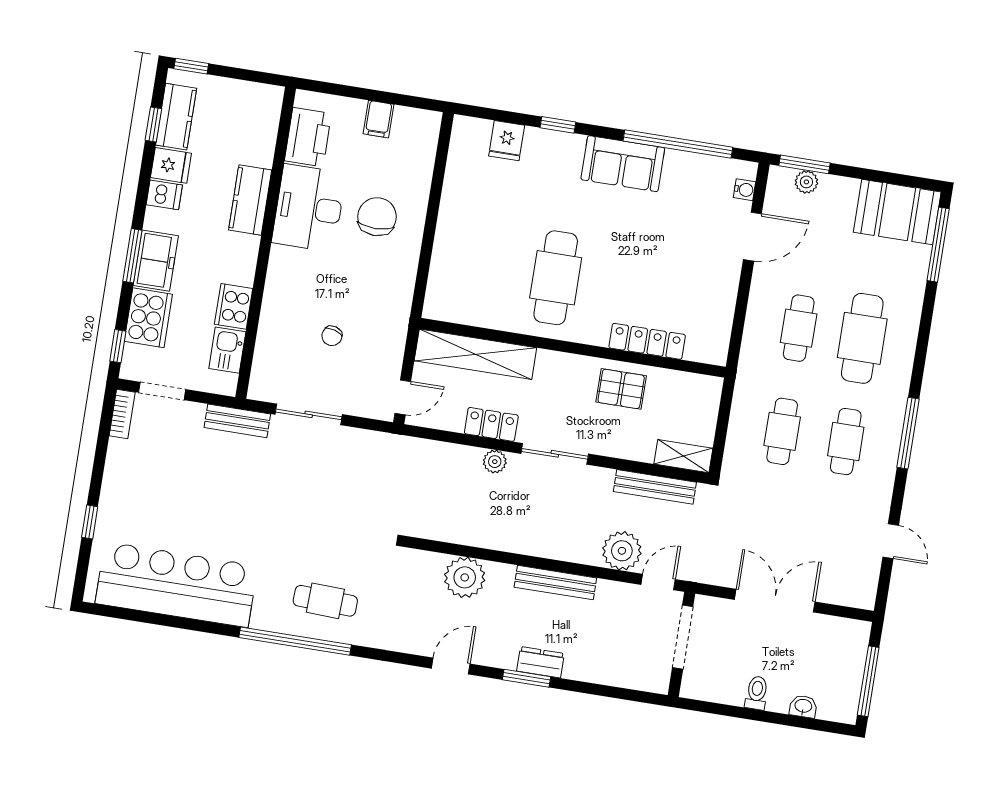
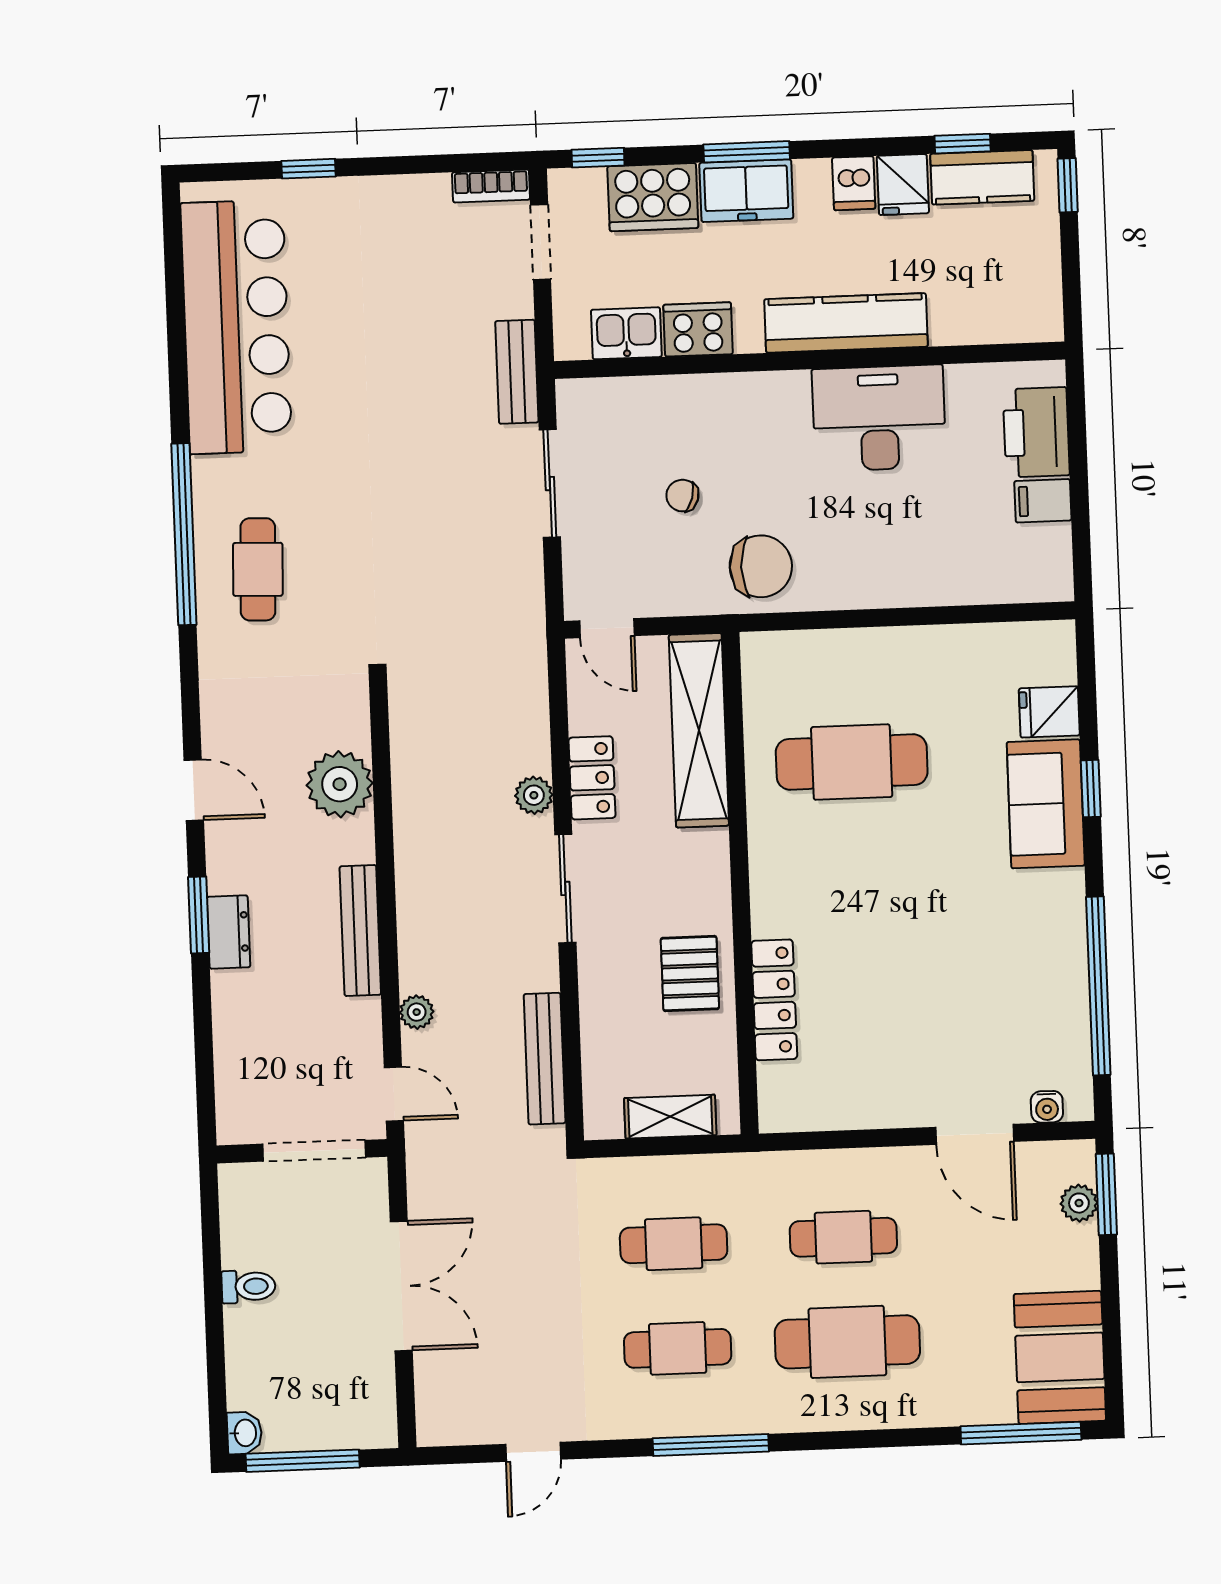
printer: (308, 137) -> (1036, 432), moved, turned 90
sofa: (623, 164) -> (1046, 804), moved
kitchen counter: (250, 200) -> (846, 323), width x1.50
chair: (377, 217) -> (761, 566), moved
cafe table: (556, 278) -> (852, 762), moved
shelving: (683, 456) -> (670, 1117), moved, turned 90
plant: (622, 551) -> (417, 1012), width x0.53, depth x0.53
washbasin: (803, 706) -> (244, 1433), moved

